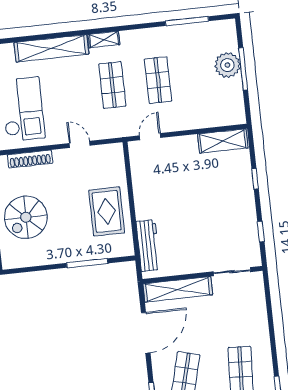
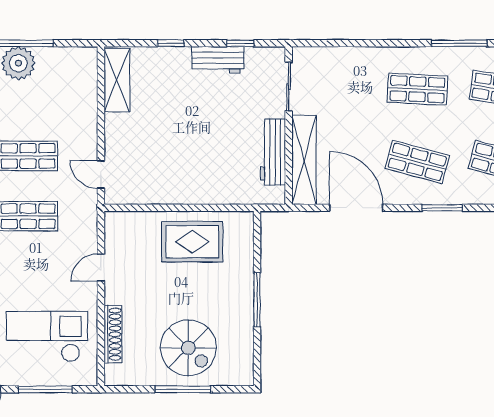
workbench: (246, 216) -> (218, 60), added
workbench: (148, 245) -> (273, 152), moved, turned -90
window: (87, 263) -> (257, 300), moved

